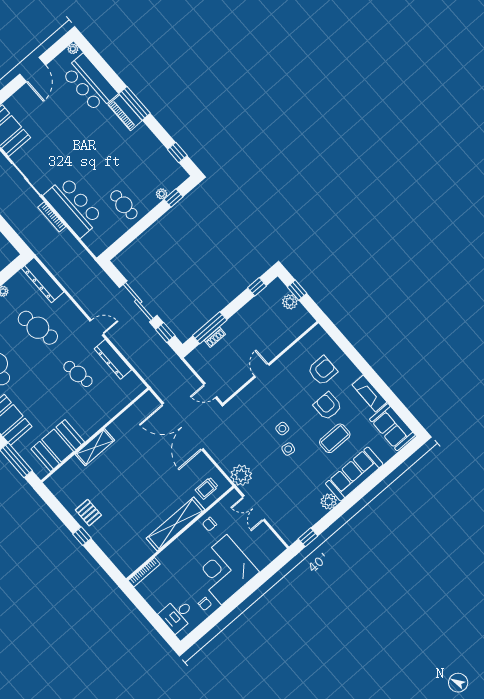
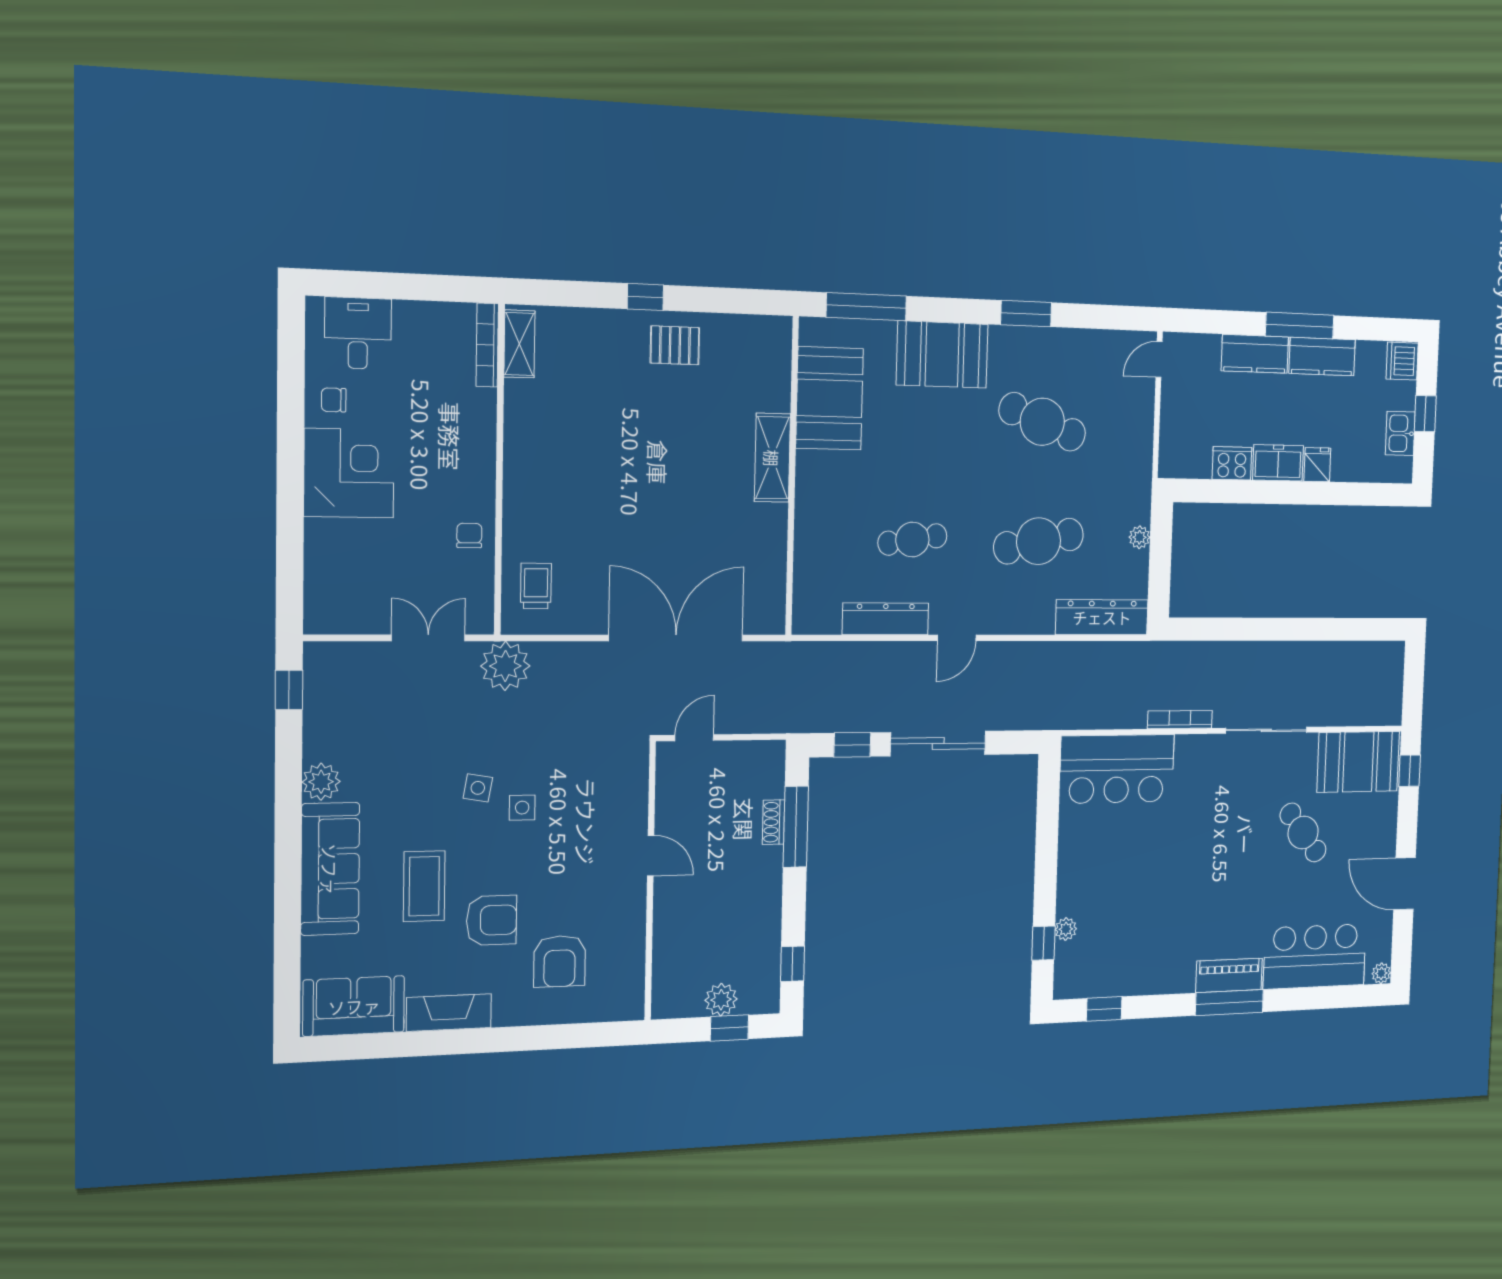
cafe table: (124, 205) -> (1303, 832), moved, turned 52
bar counter: (73, 207) -> (1117, 769), moved
shelving: (175, 524) -> (519, 344), moved, width x0.45, depth x0.75
corner desk: (224, 570) -> (349, 473), width x0.74, depth x0.74

